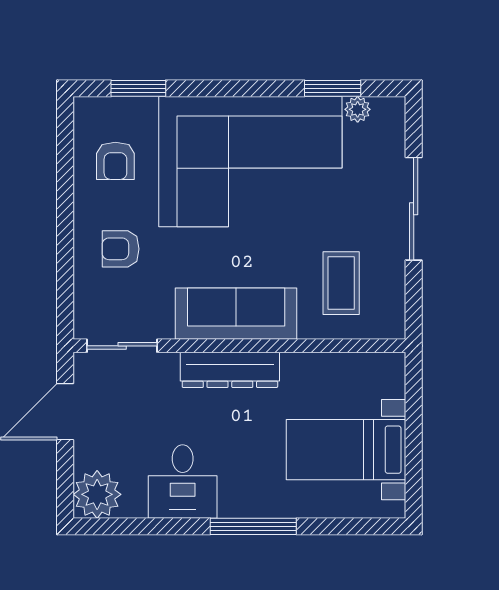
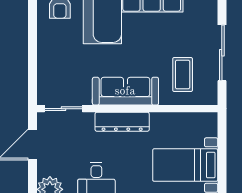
sliding door: (414, 209) -> (222, 53), moved
armchair: (121, 249) -> (63, 56), removed

